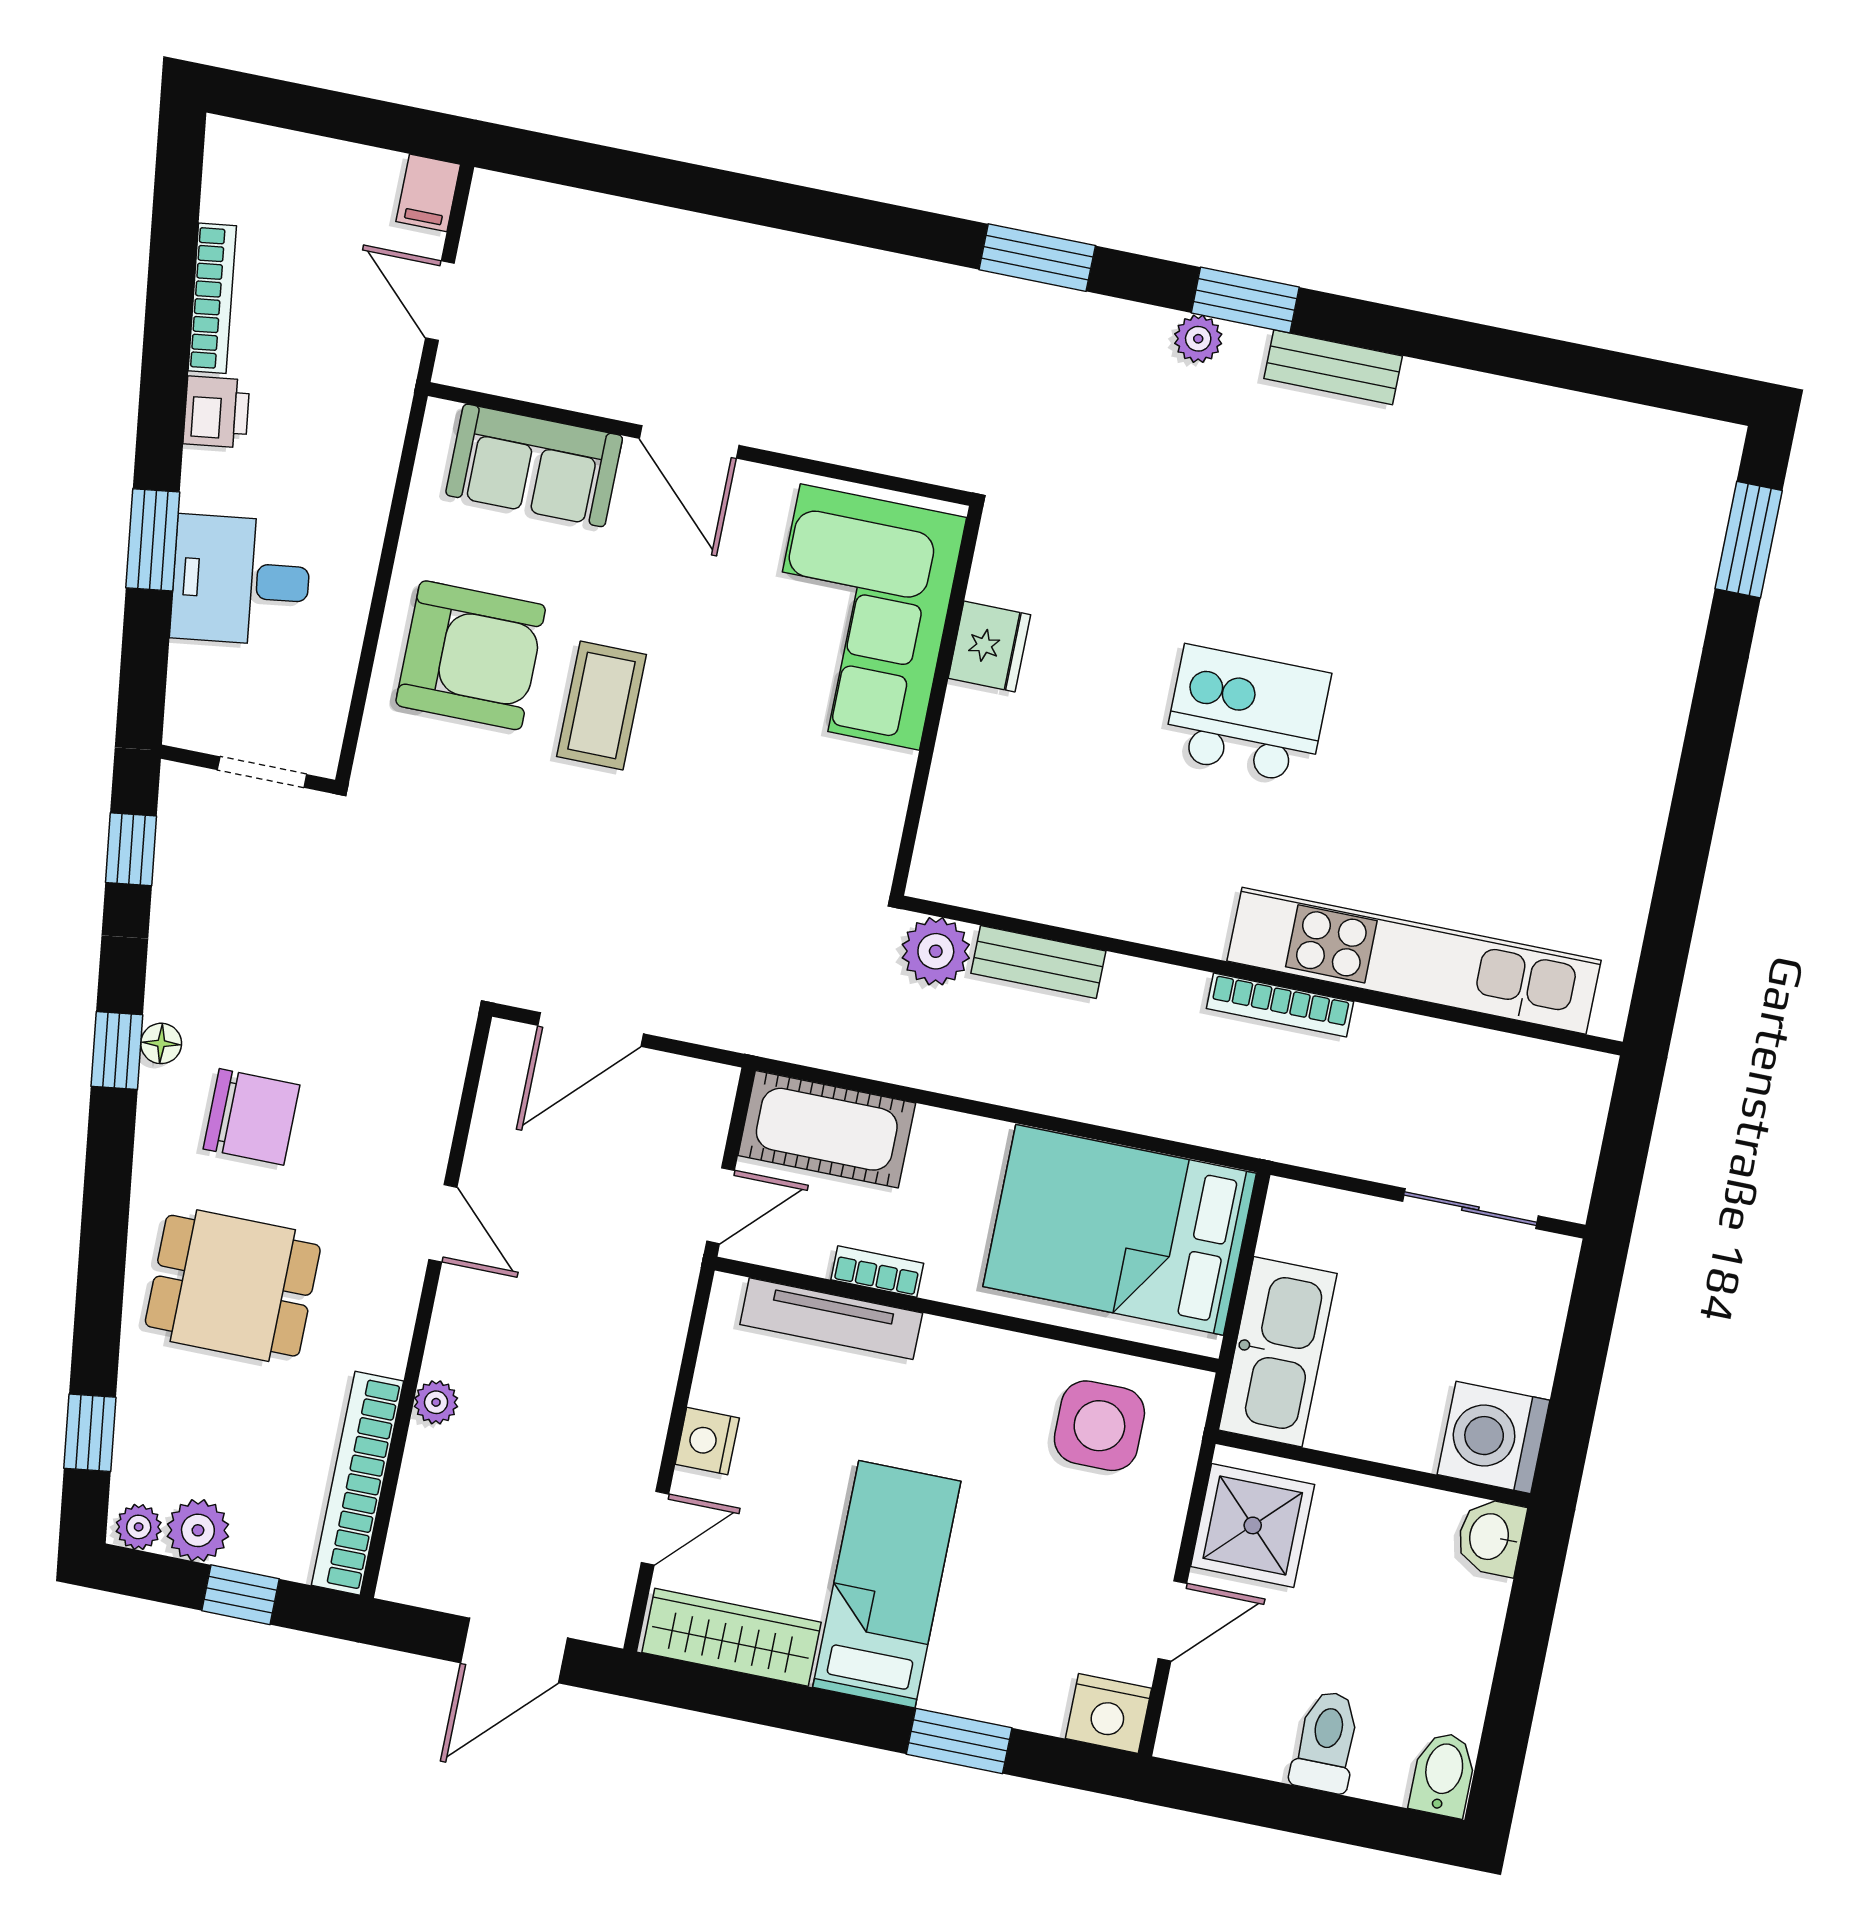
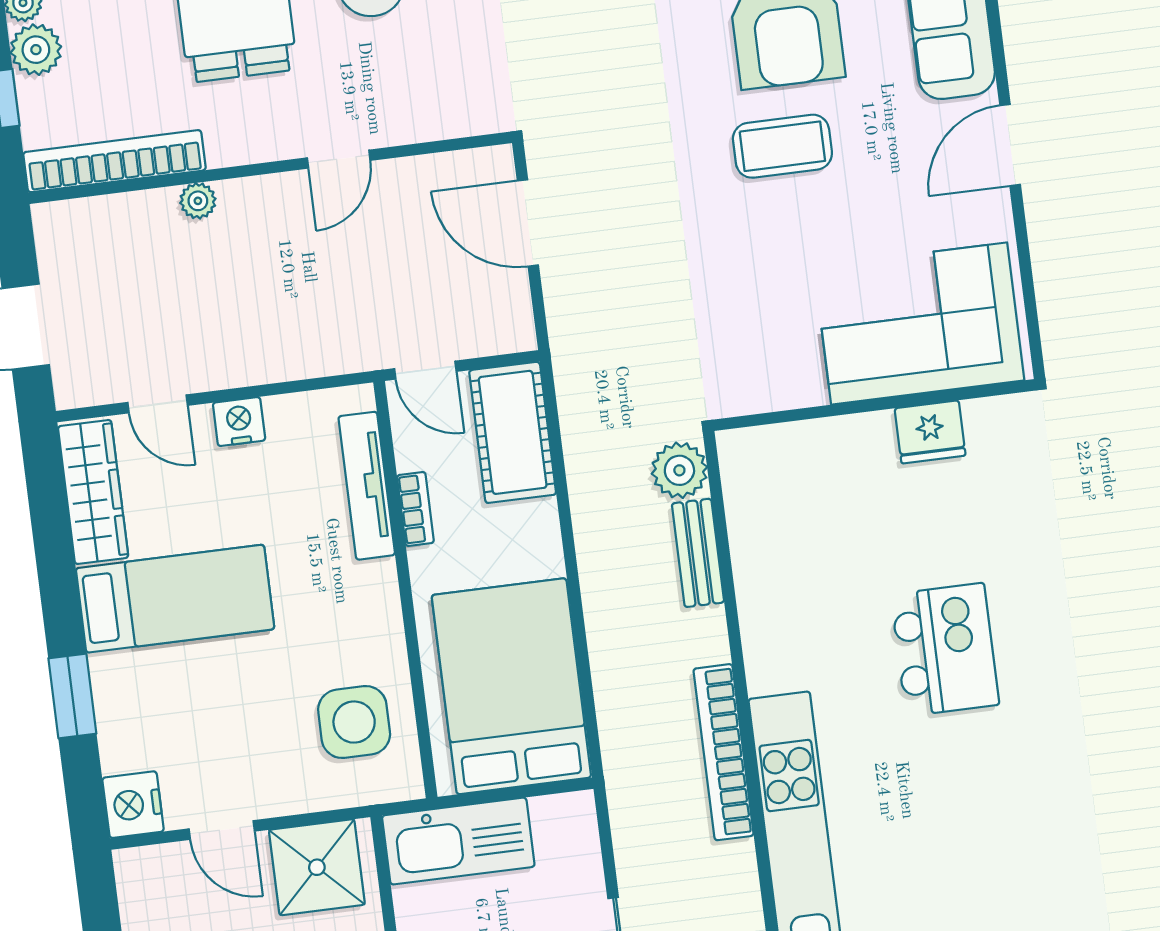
bookcase: (1280, 1005) -> (724, 752), width x1.48, depth x1.31

